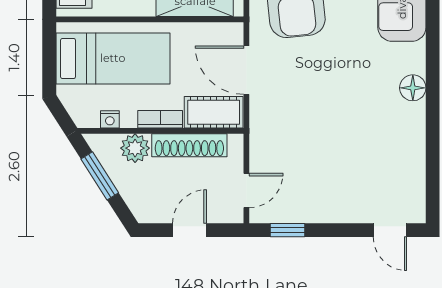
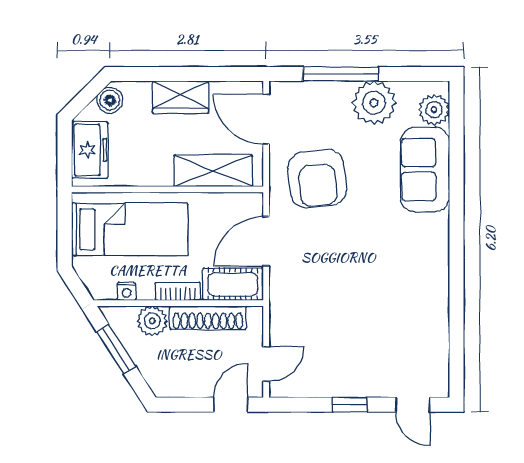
door: (246, 70) -> (266, 241), hinge flipped
floor lamp: (413, 88) -> (436, 259), removed
door: (190, 230) -> (231, 405), moved
window: (287, 230) -> (350, 405), moved

